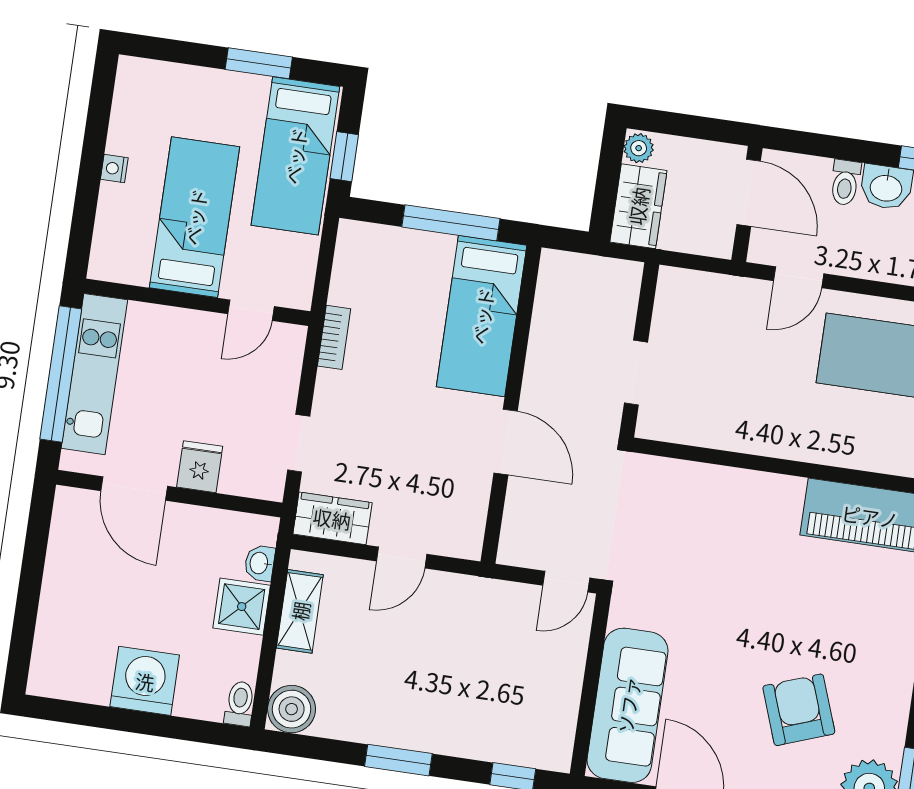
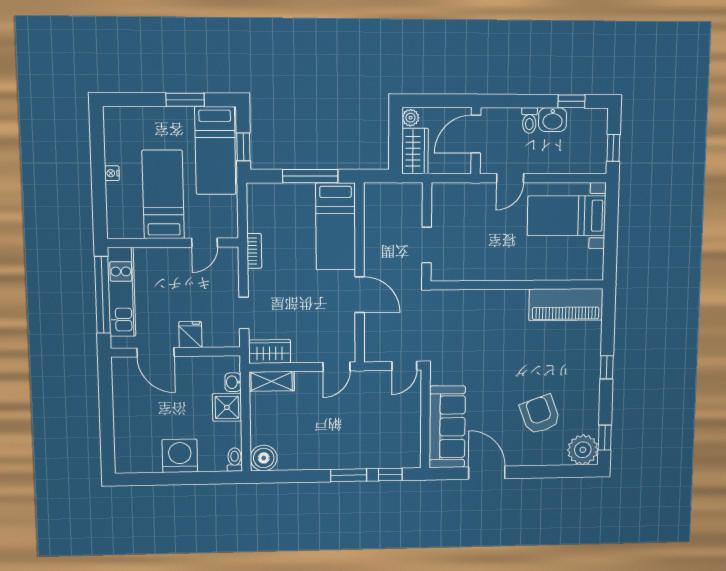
door: (749, 193) -> (476, 134), swing flipped
door: (402, 558) -> (336, 367), moved
shelving: (300, 611) -> (272, 381), moved, turned 90
window: (398, 760) -> (349, 475), moved

